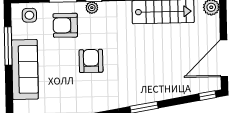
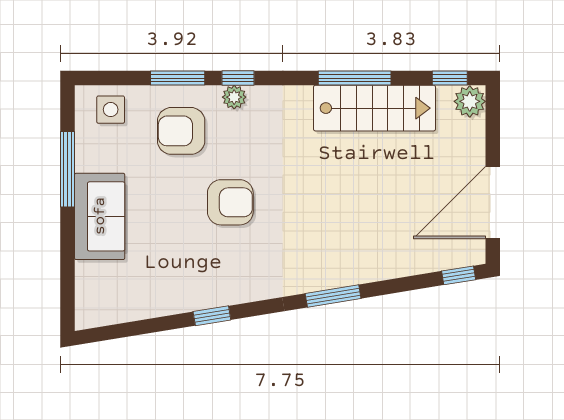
armchair: (91, 61) -> (230, 202), turned 90
sofa: (25, 69) -> (100, 216), width x0.73

